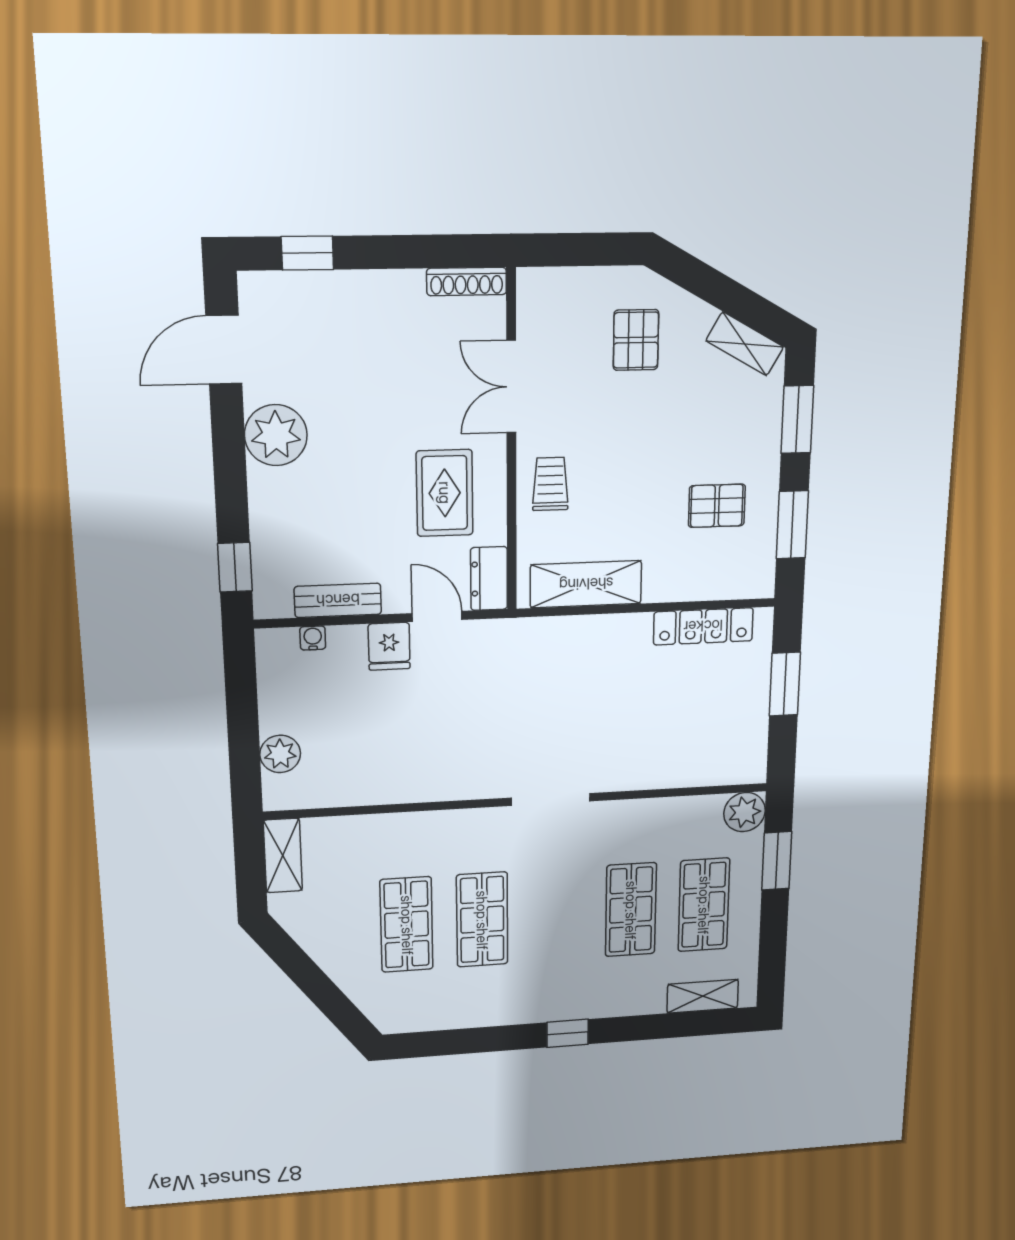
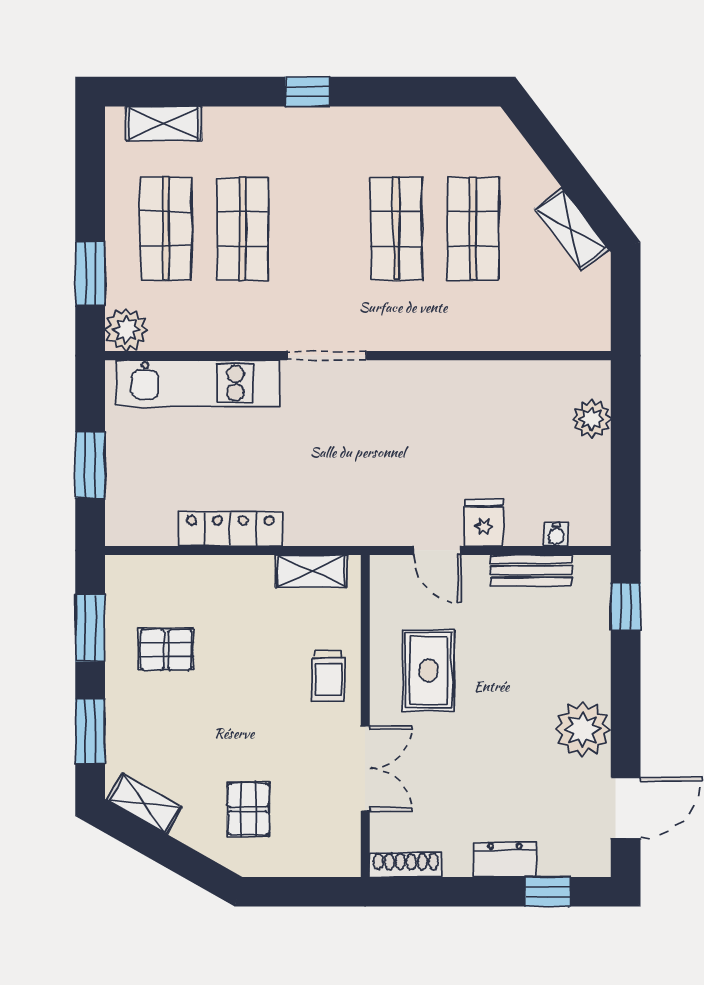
dresser: (489, 579) -> (505, 860), moved, turned -90
shelving: (586, 584) -> (311, 571), width x0.67, depth x0.75
locker: (703, 626) -> (230, 529), moved
kitchen unit: (678, 767) -> (198, 383), added
shelving: (283, 856) -> (572, 229), moved, turned -37

